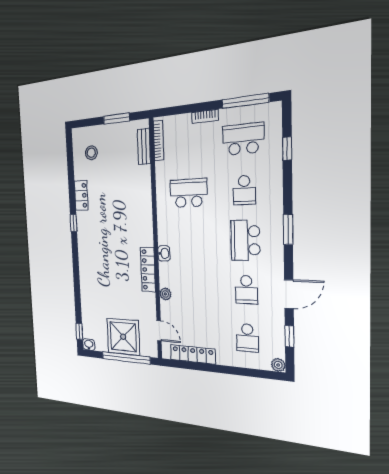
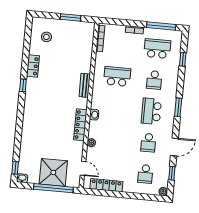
bench: (144, 146) -> (85, 85), moved

